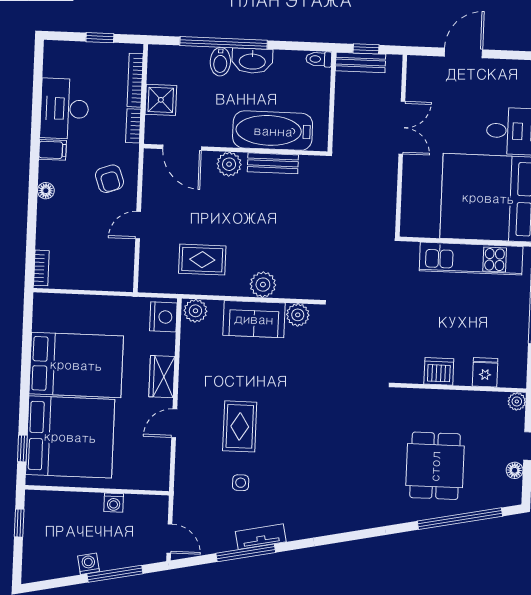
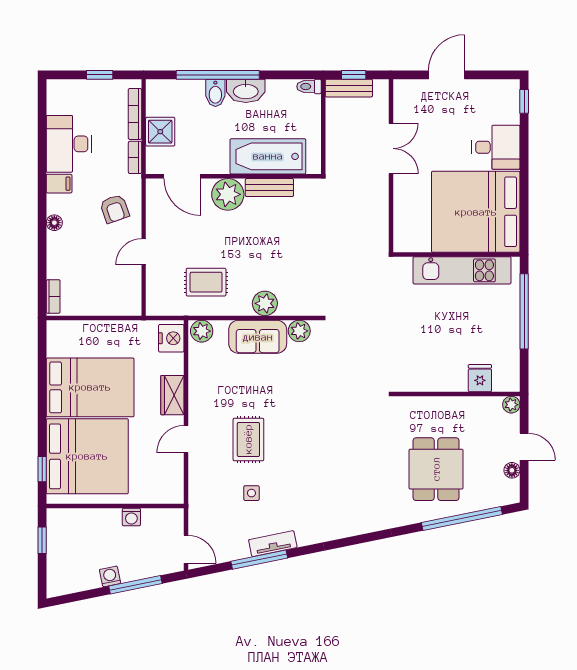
plant: (229, 164) -> (228, 194), width x1.36, depth x1.36
dishwasher: (439, 371) -> (436, 379), removed

